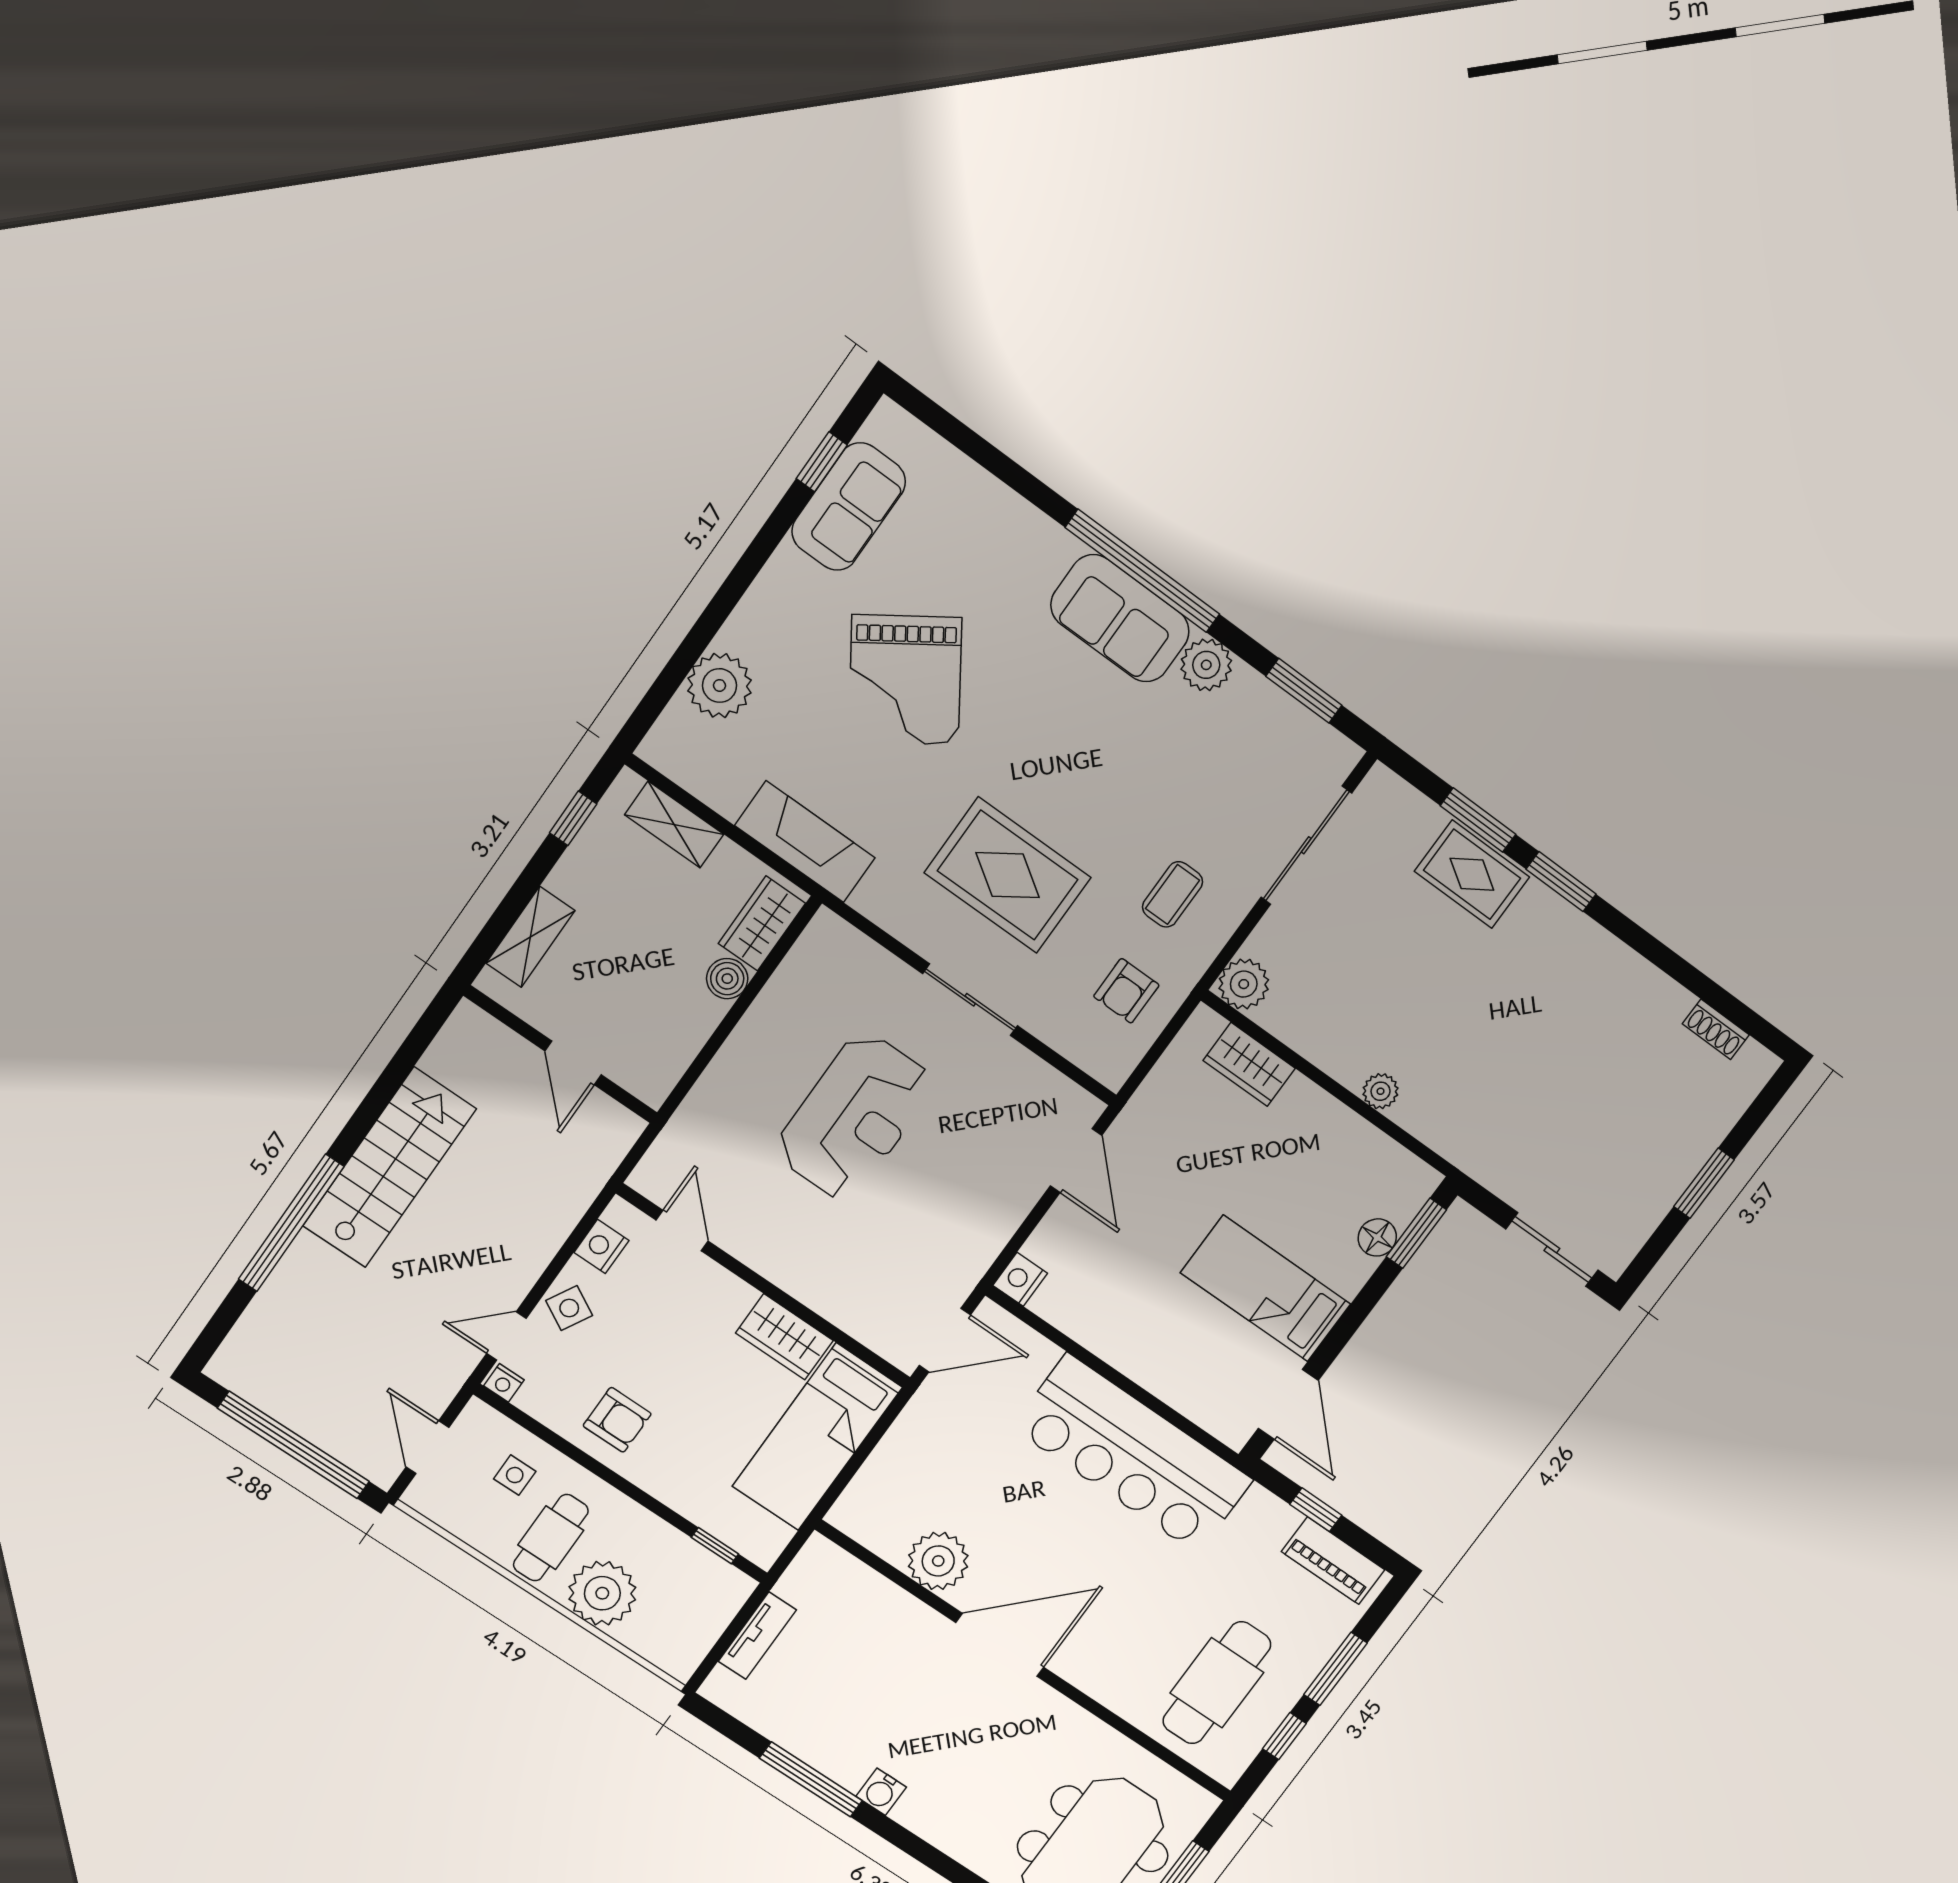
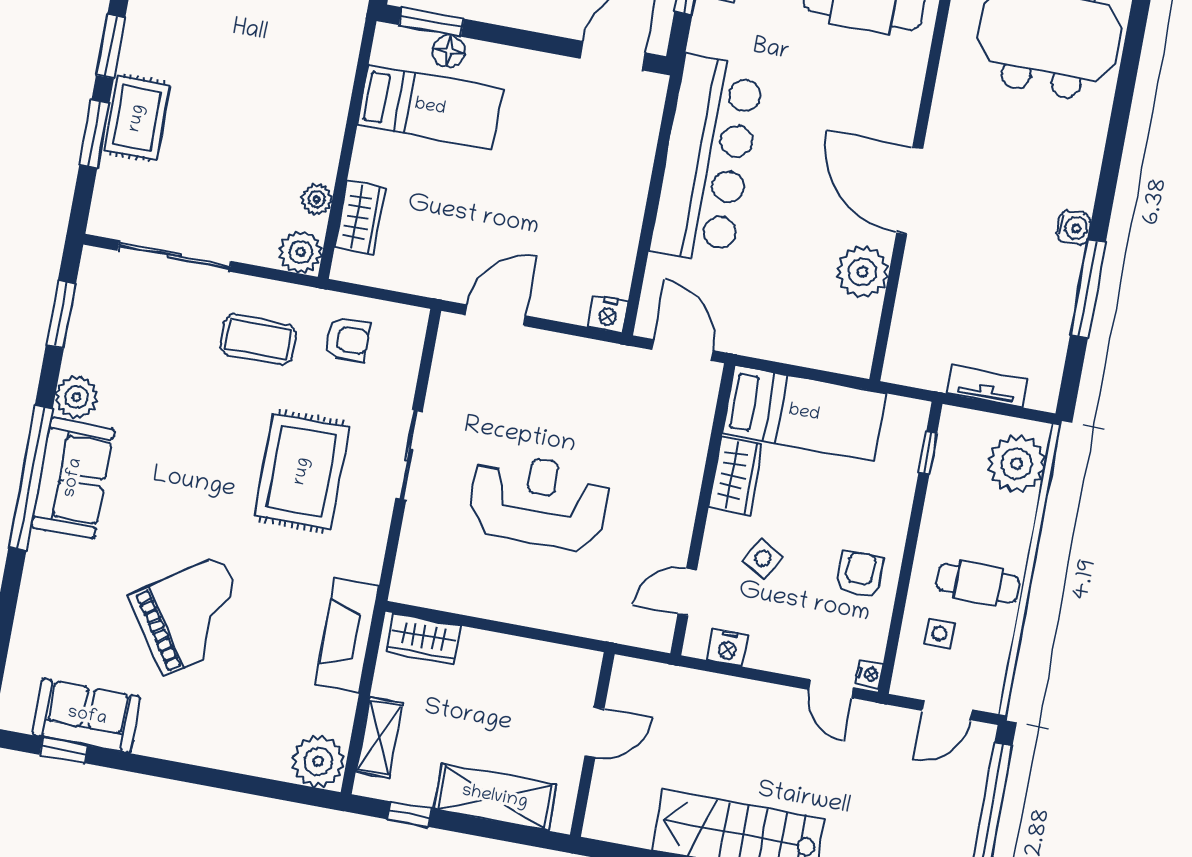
plant: (719, 685) -> (318, 761), moved
coffee table: (1173, 894) -> (258, 340), width x1.36, depth x1.30
shelving: (531, 937) -> (495, 797), width x1.50, depth x1.33
boiler: (727, 979) -> (477, 646), removed
plant: (1380, 1091) -> (317, 199), moved
bed: (1266, 1288) -> (430, 107), moved, turned -90
side table: (569, 1308) -> (763, 558), moved
plant: (602, 1593) -> (1017, 464), moved

